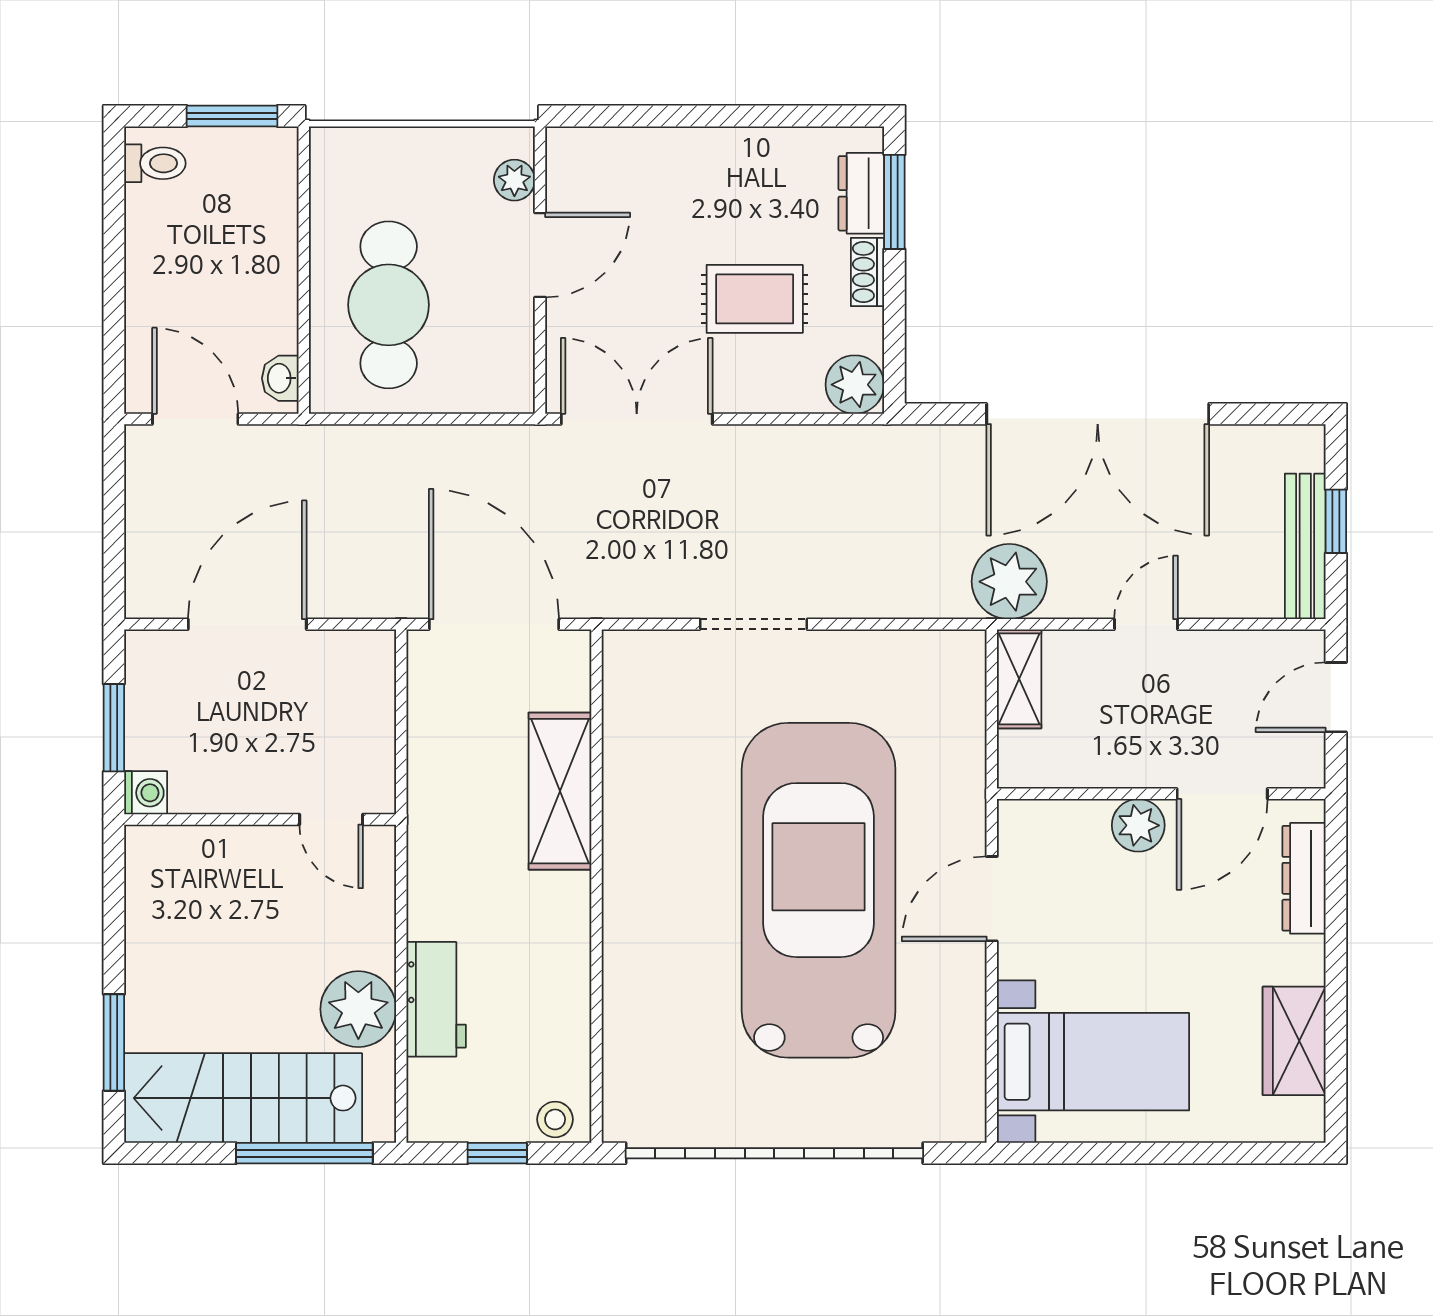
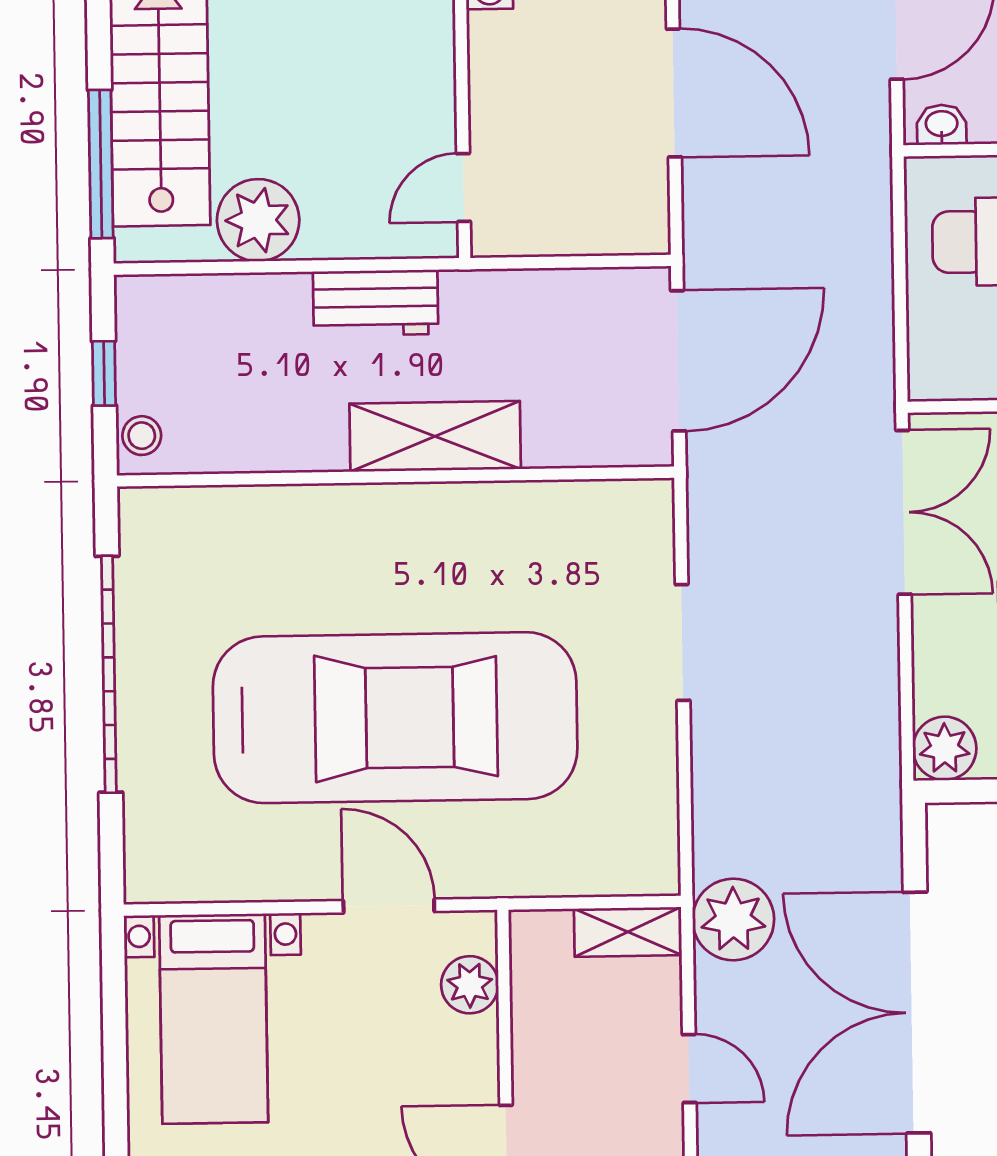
shelving: (560, 791) -> (435, 436), moved
plant: (1138, 825) -> (470, 985), moved
workbench: (436, 999) -> (376, 303), moved
garage door: (774, 1153) -> (109, 674), width x0.73

